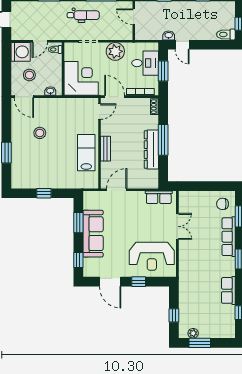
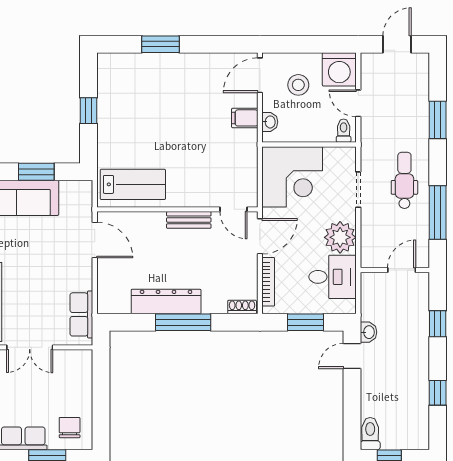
dental chair: (83, 15) -> (404, 180), turned 180
desk: (145, 63) -> (333, 277), moved, turned -90
filing cabinet: (48, 105) -> (245, 118), added
stool: (40, 133) -> (195, 103), removed
bench: (105, 149) -> (189, 220), moved
lab bench: (86, 153) -> (133, 184), moved

